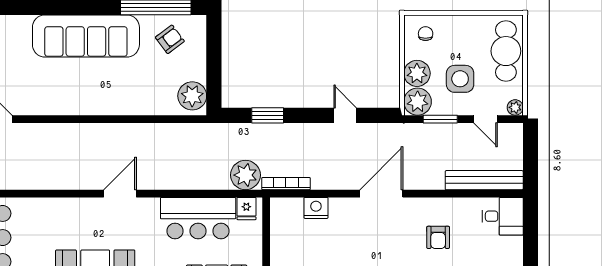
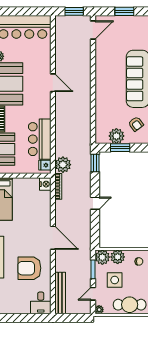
window: (214, 69) -> (120, 148), added
plant: (192, 96) -> (116, 136), moved
window: (268, 115) -> (95, 163), moved
door: (345, 115) -> (95, 203), moved
door: (120, 194) -> (53, 83), moved
nightstand: (316, 208) -> (45, 184), moved
armchair: (438, 237) -> (29, 268), width x1.88, depth x1.88

